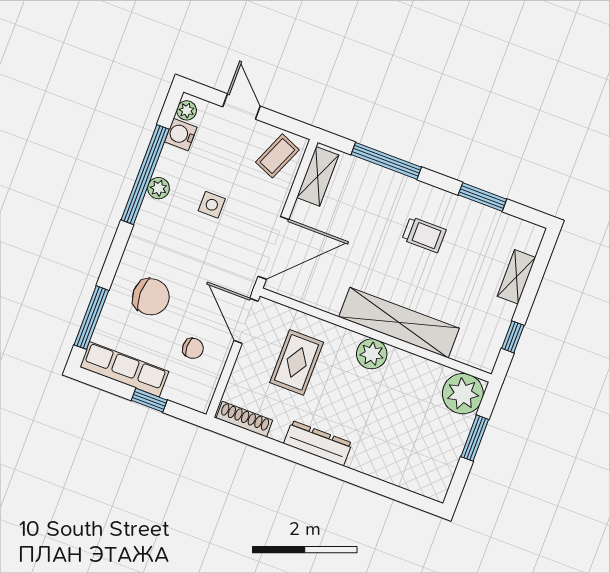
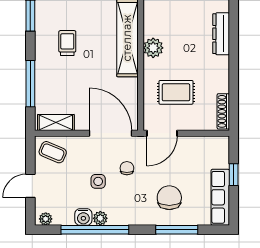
water cooler: (181, 134) -> (83, 217), moved
window: (91, 318) -> (177, 230), moved
chair: (193, 348) -> (127, 168), moved
dresser: (318, 443) -> (221, 34), moved

